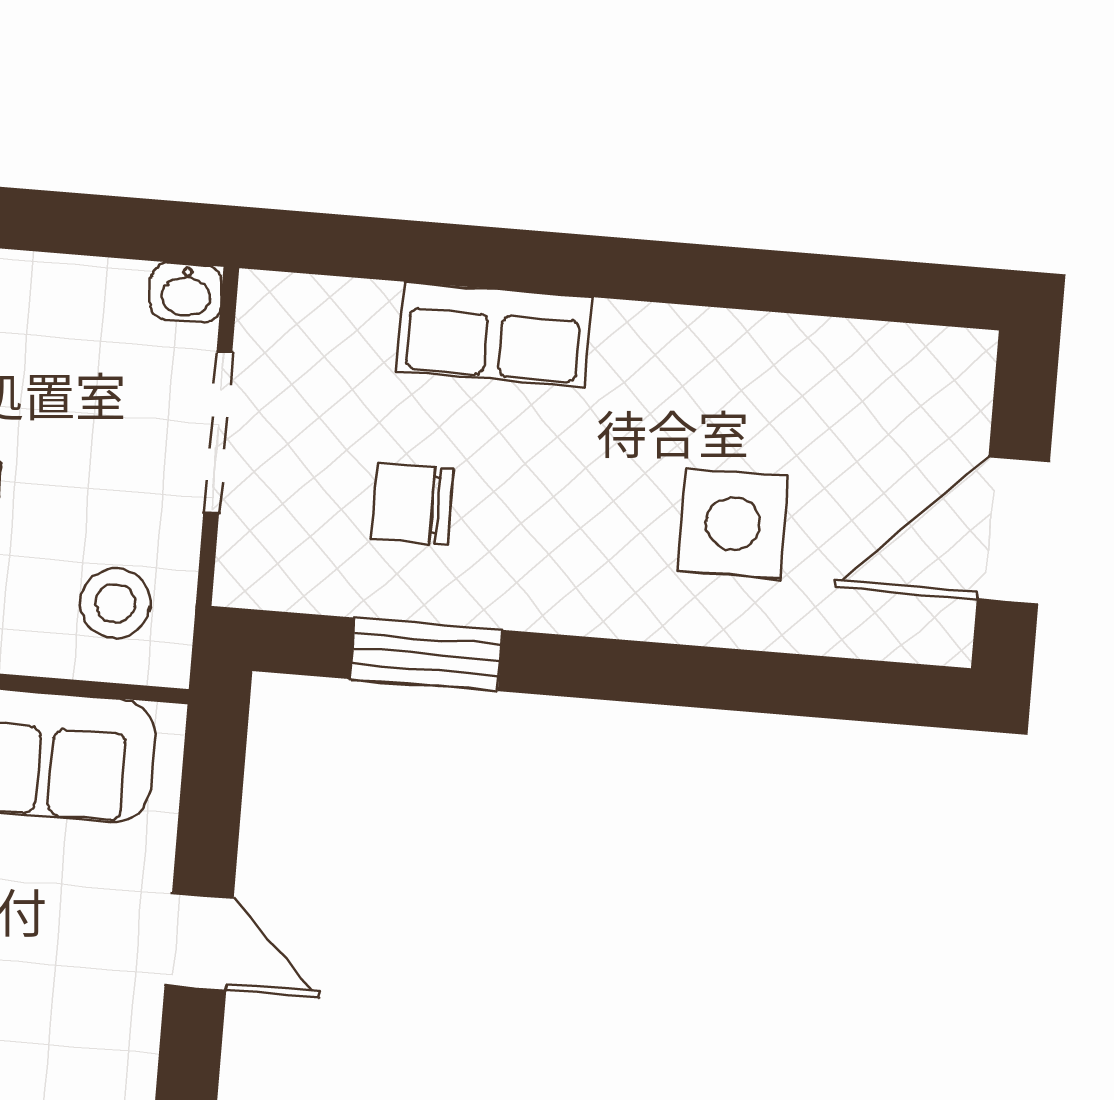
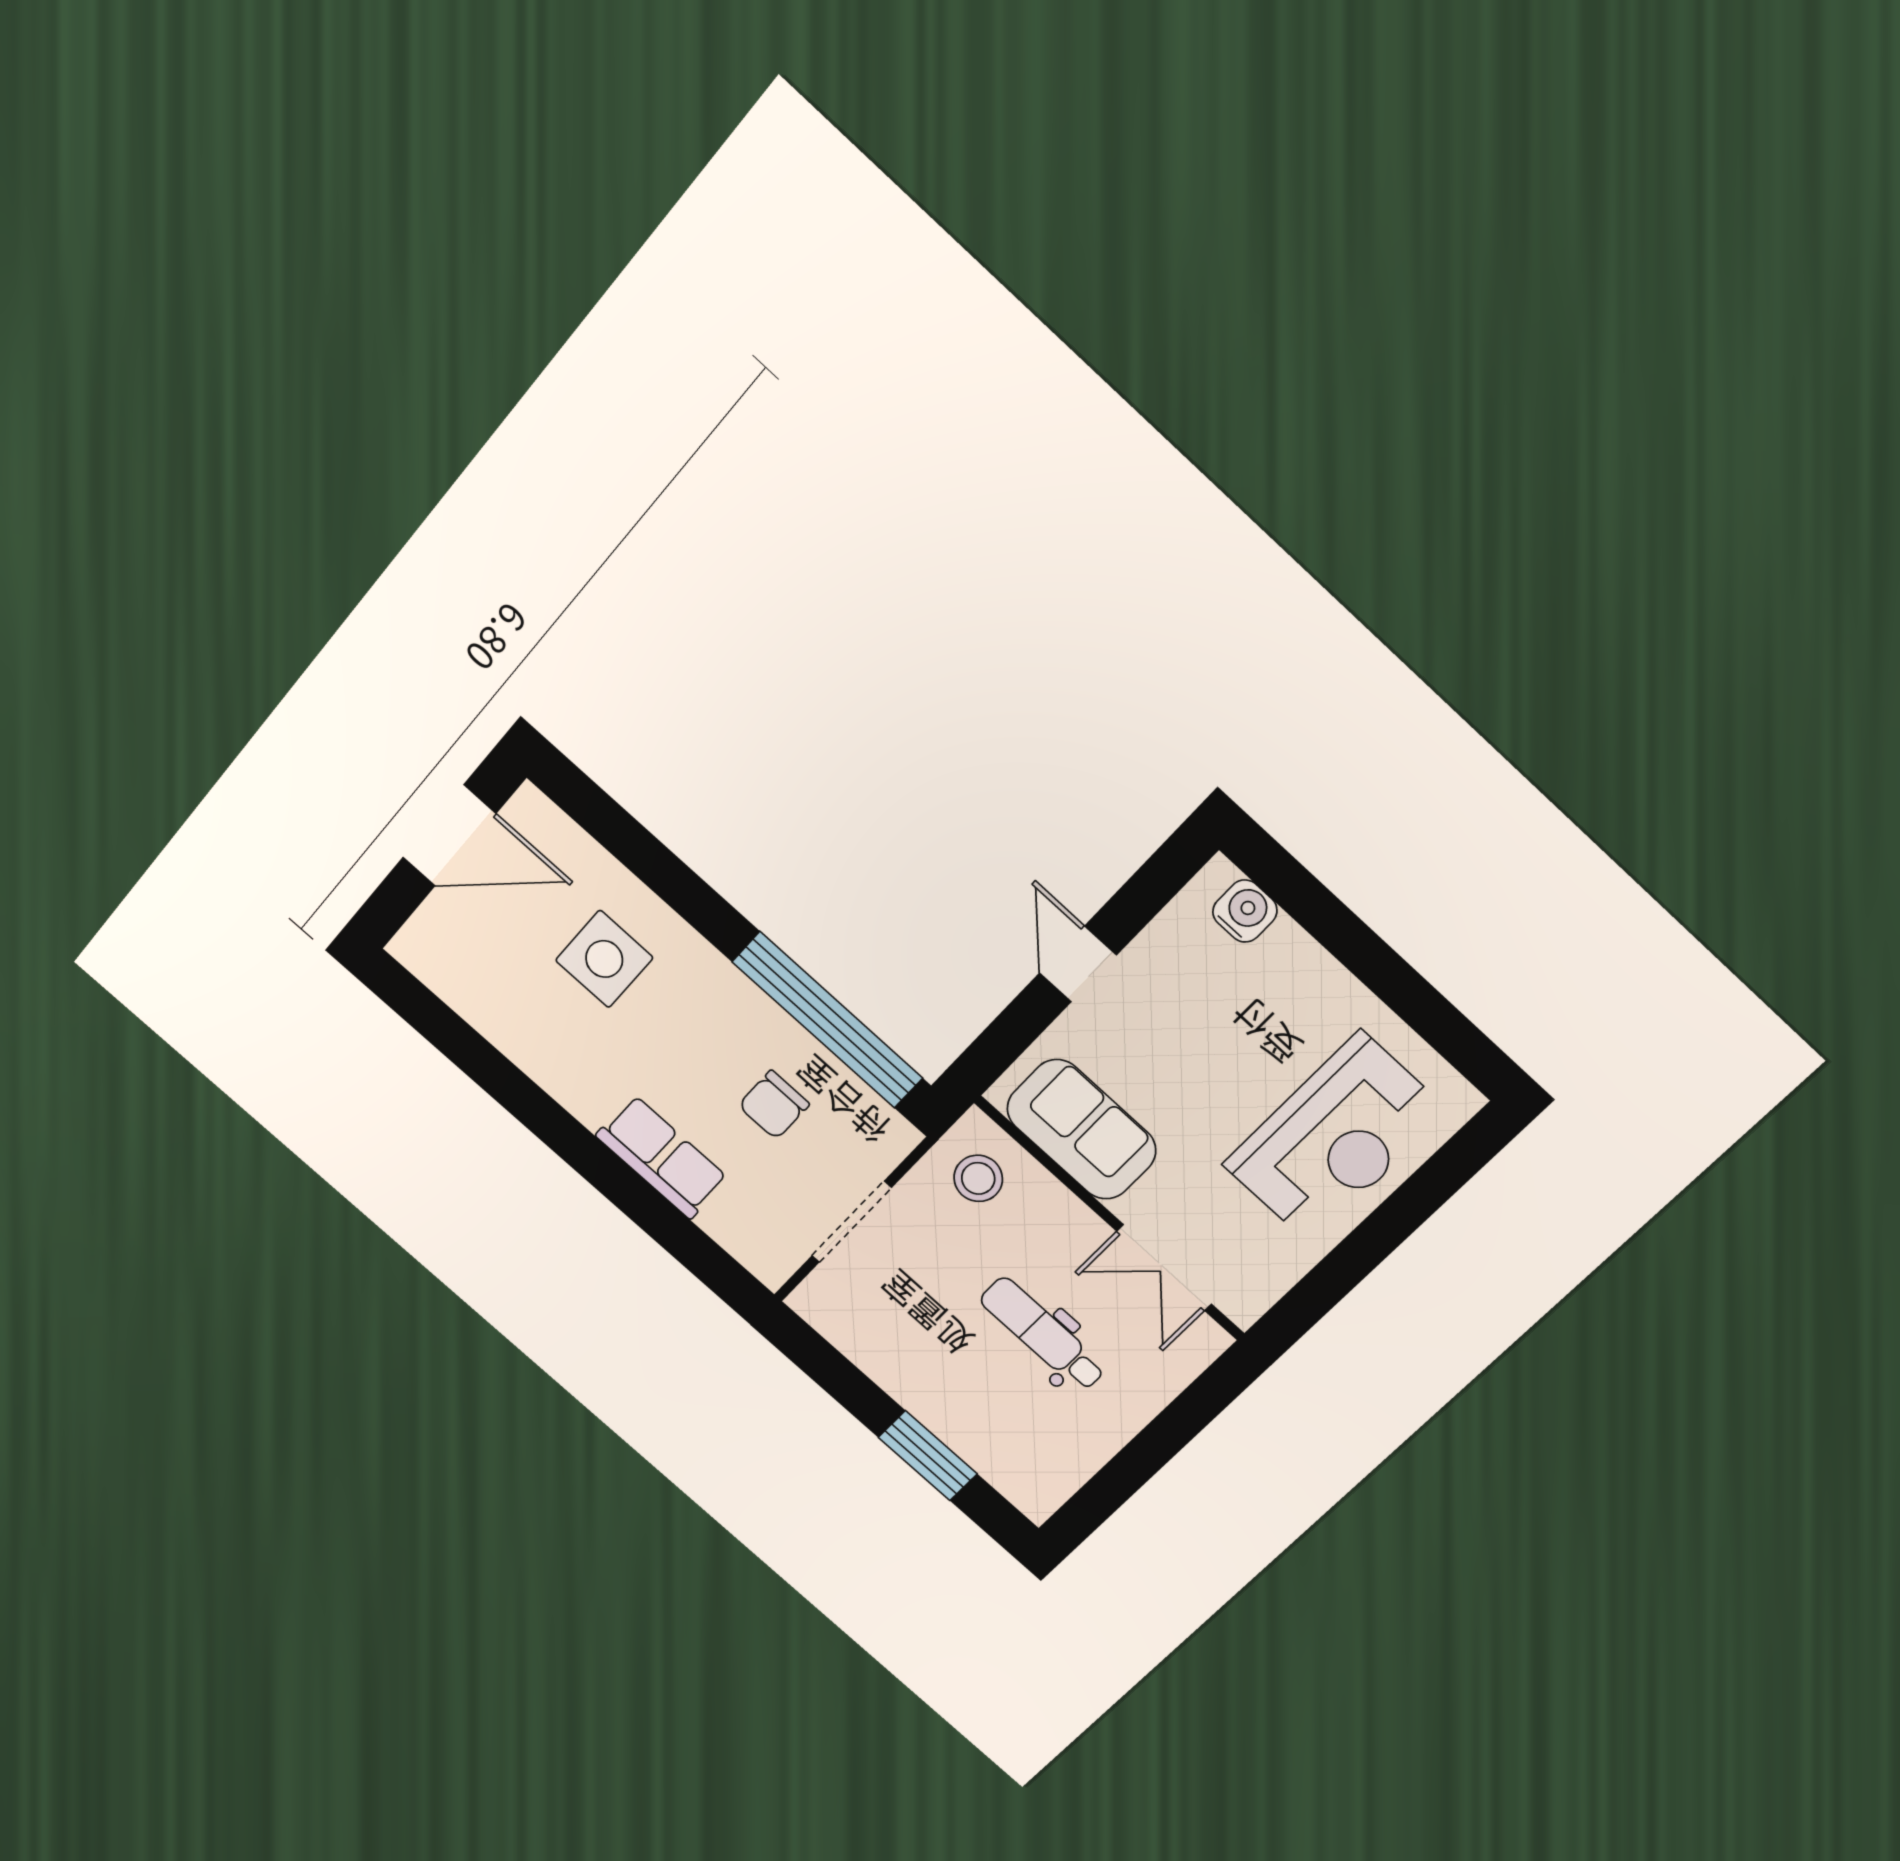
washbasin: (186, 293) -> (812, 1304), removed
chair: (412, 503) -> (774, 1105), turned 90
window: (426, 654) -> (828, 1020), width x2.11

